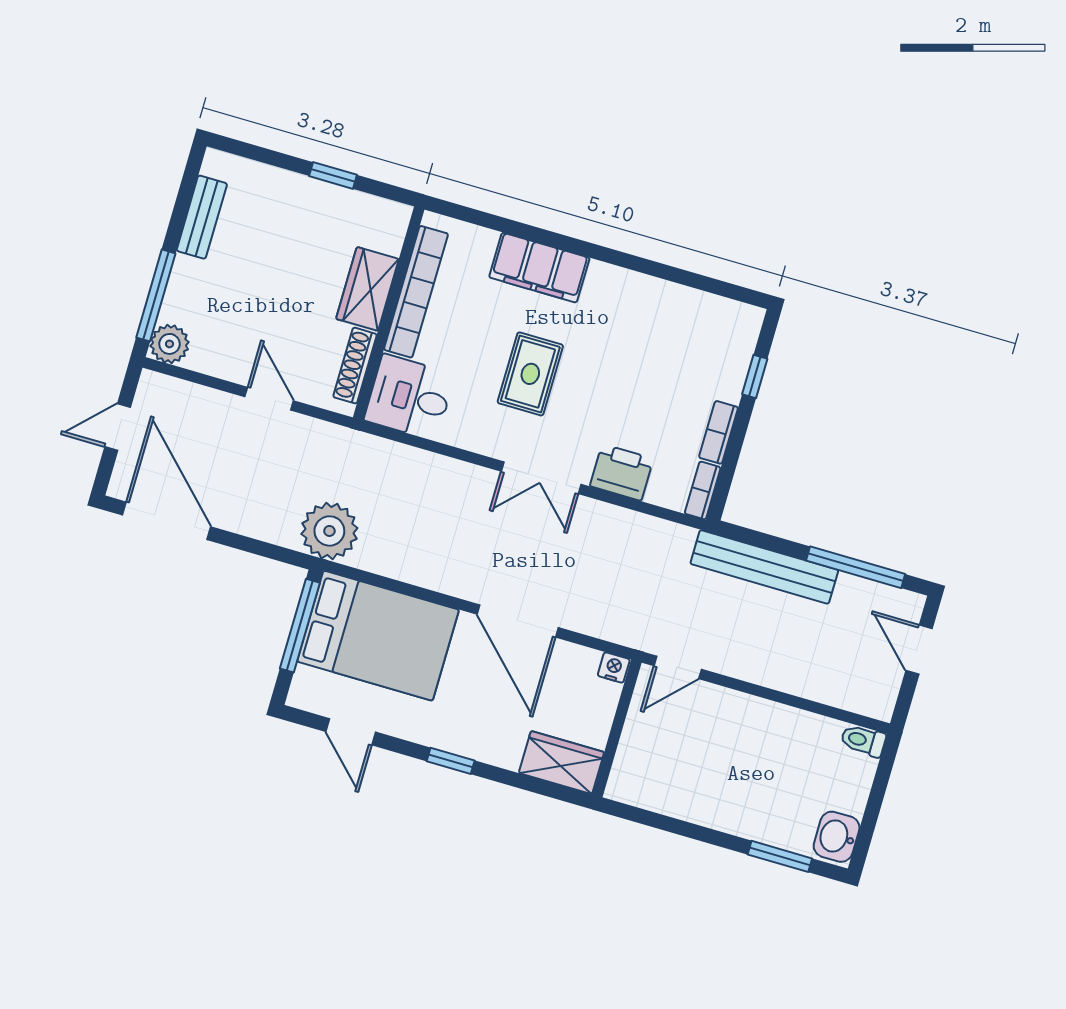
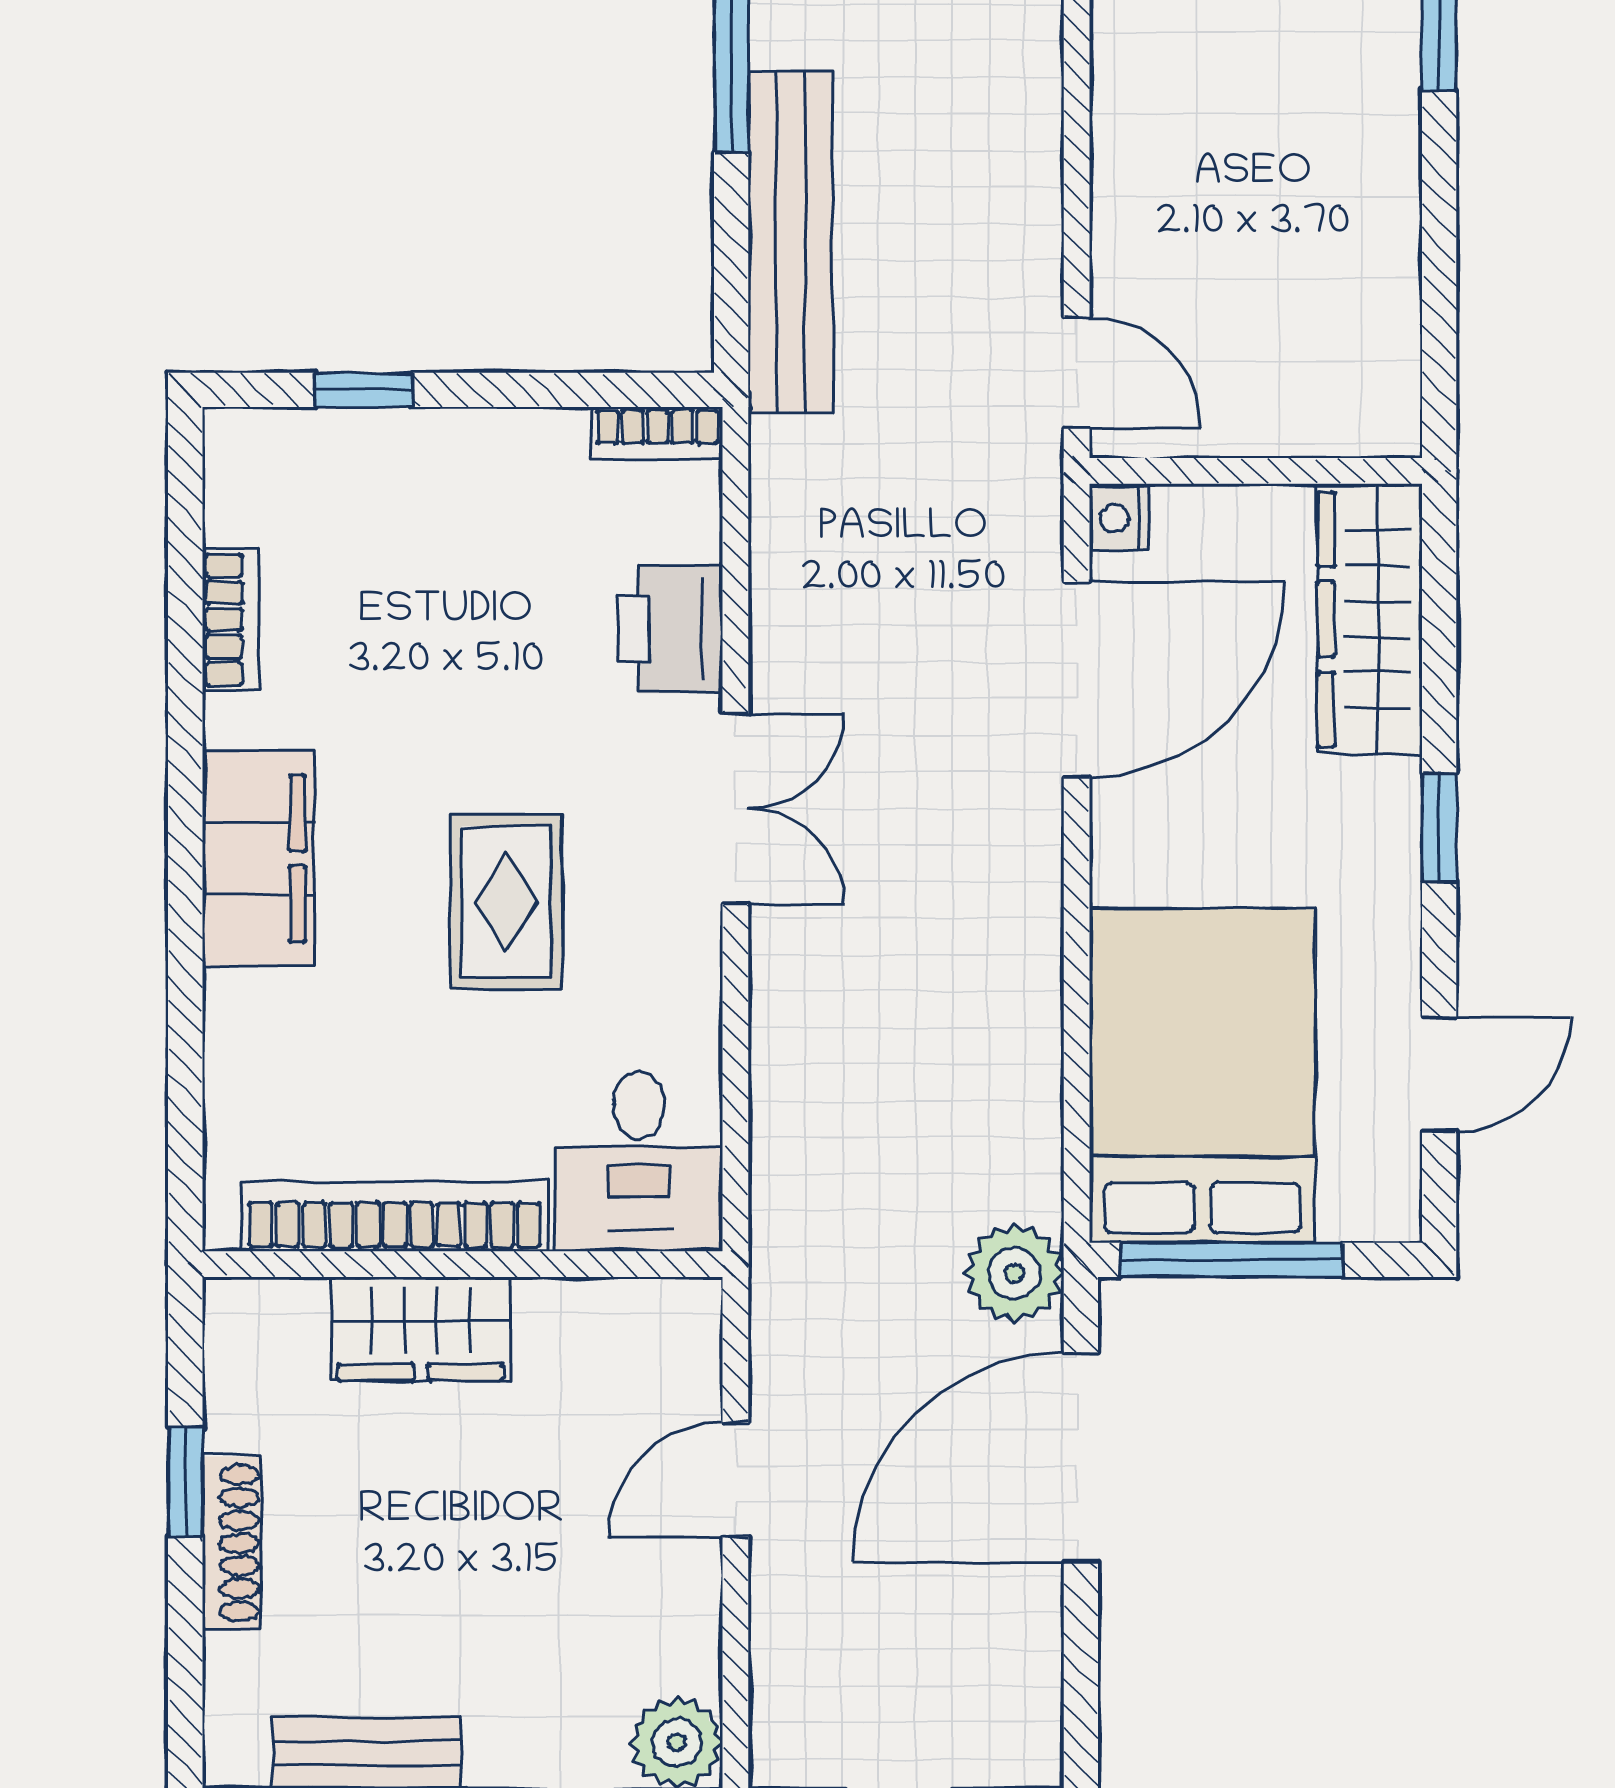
filing cabinet: (539, 268) -> (258, 858), moved
shoe rack: (355, 366) -> (232, 1543), moved, turned -90
rug: (530, 374) -> (506, 902), turned 90
bookcase: (719, 432) -> (231, 620), moved, turned -90
door: (167, 521) -> (1081, 1457), moved
plant: (329, 531) -> (1014, 1273), width x0.73, depth x0.73
door: (518, 621) -> (1077, 679), moved
wardrobe: (562, 763) -> (1370, 619), width x1.50

